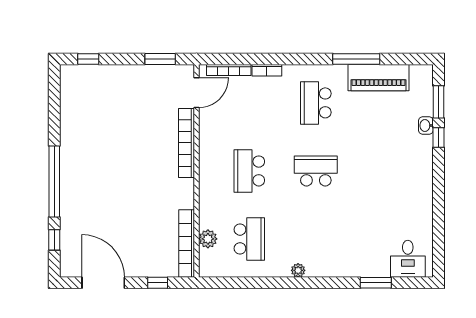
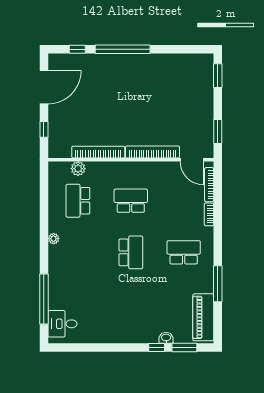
window: (88, 59) -> (218, 76), width x1.50
piano: (379, 78) -> (203, 317), moved
school desk: (249, 239) -> (78, 201), turned 90
bookcase: (187, 244) -> (98, 152), moved
window: (376, 283) -> (44, 299), width x2.11

